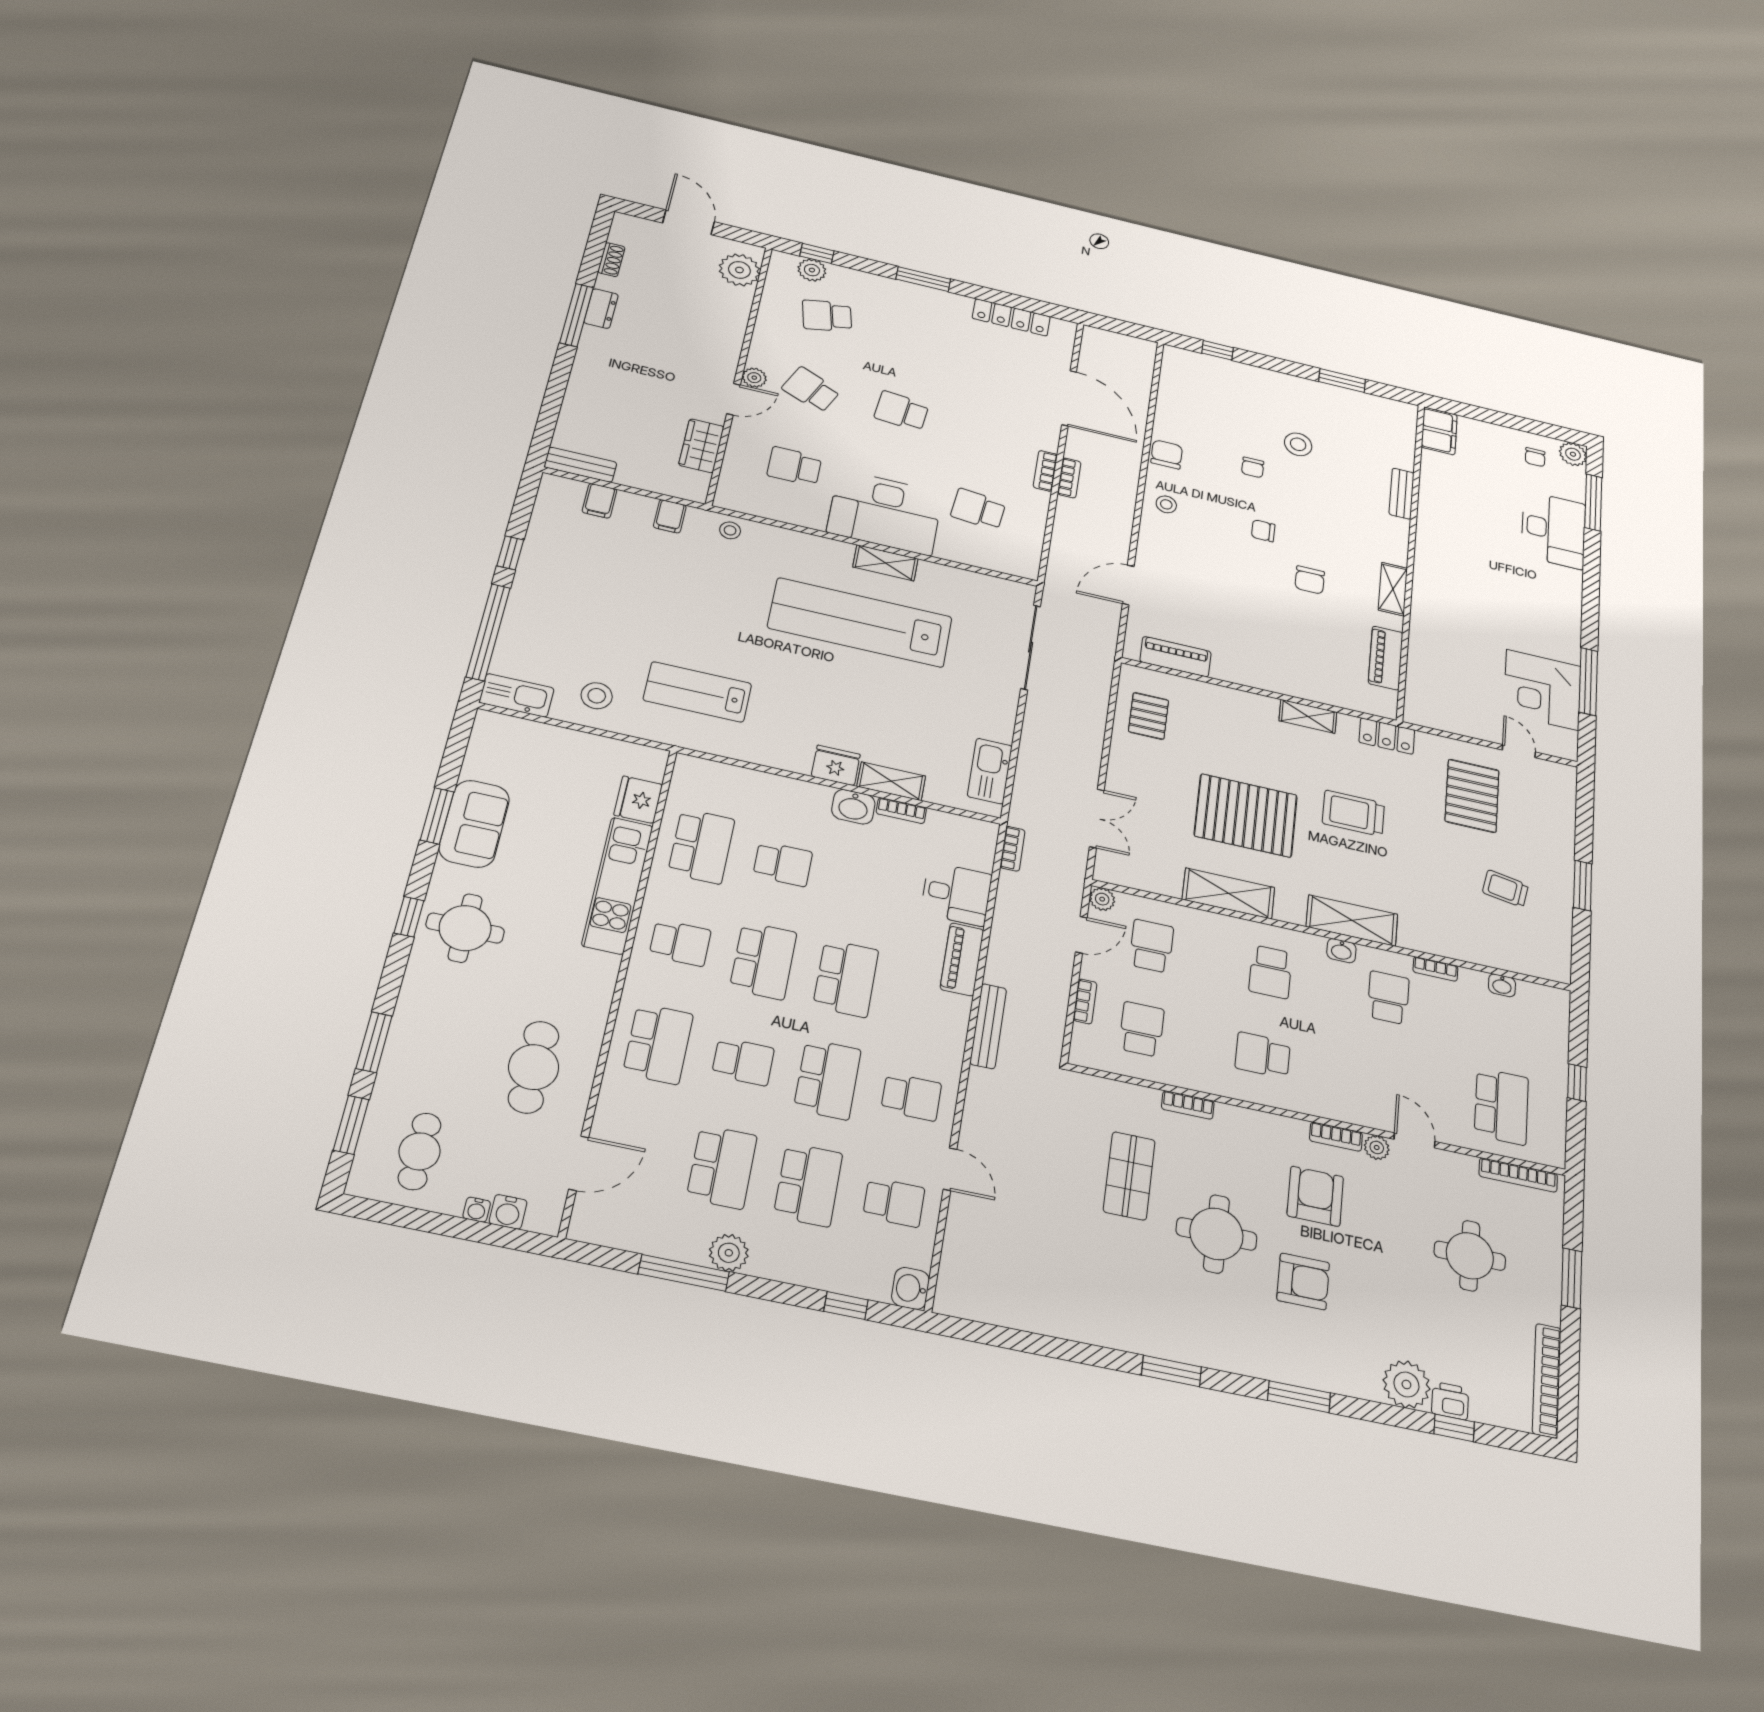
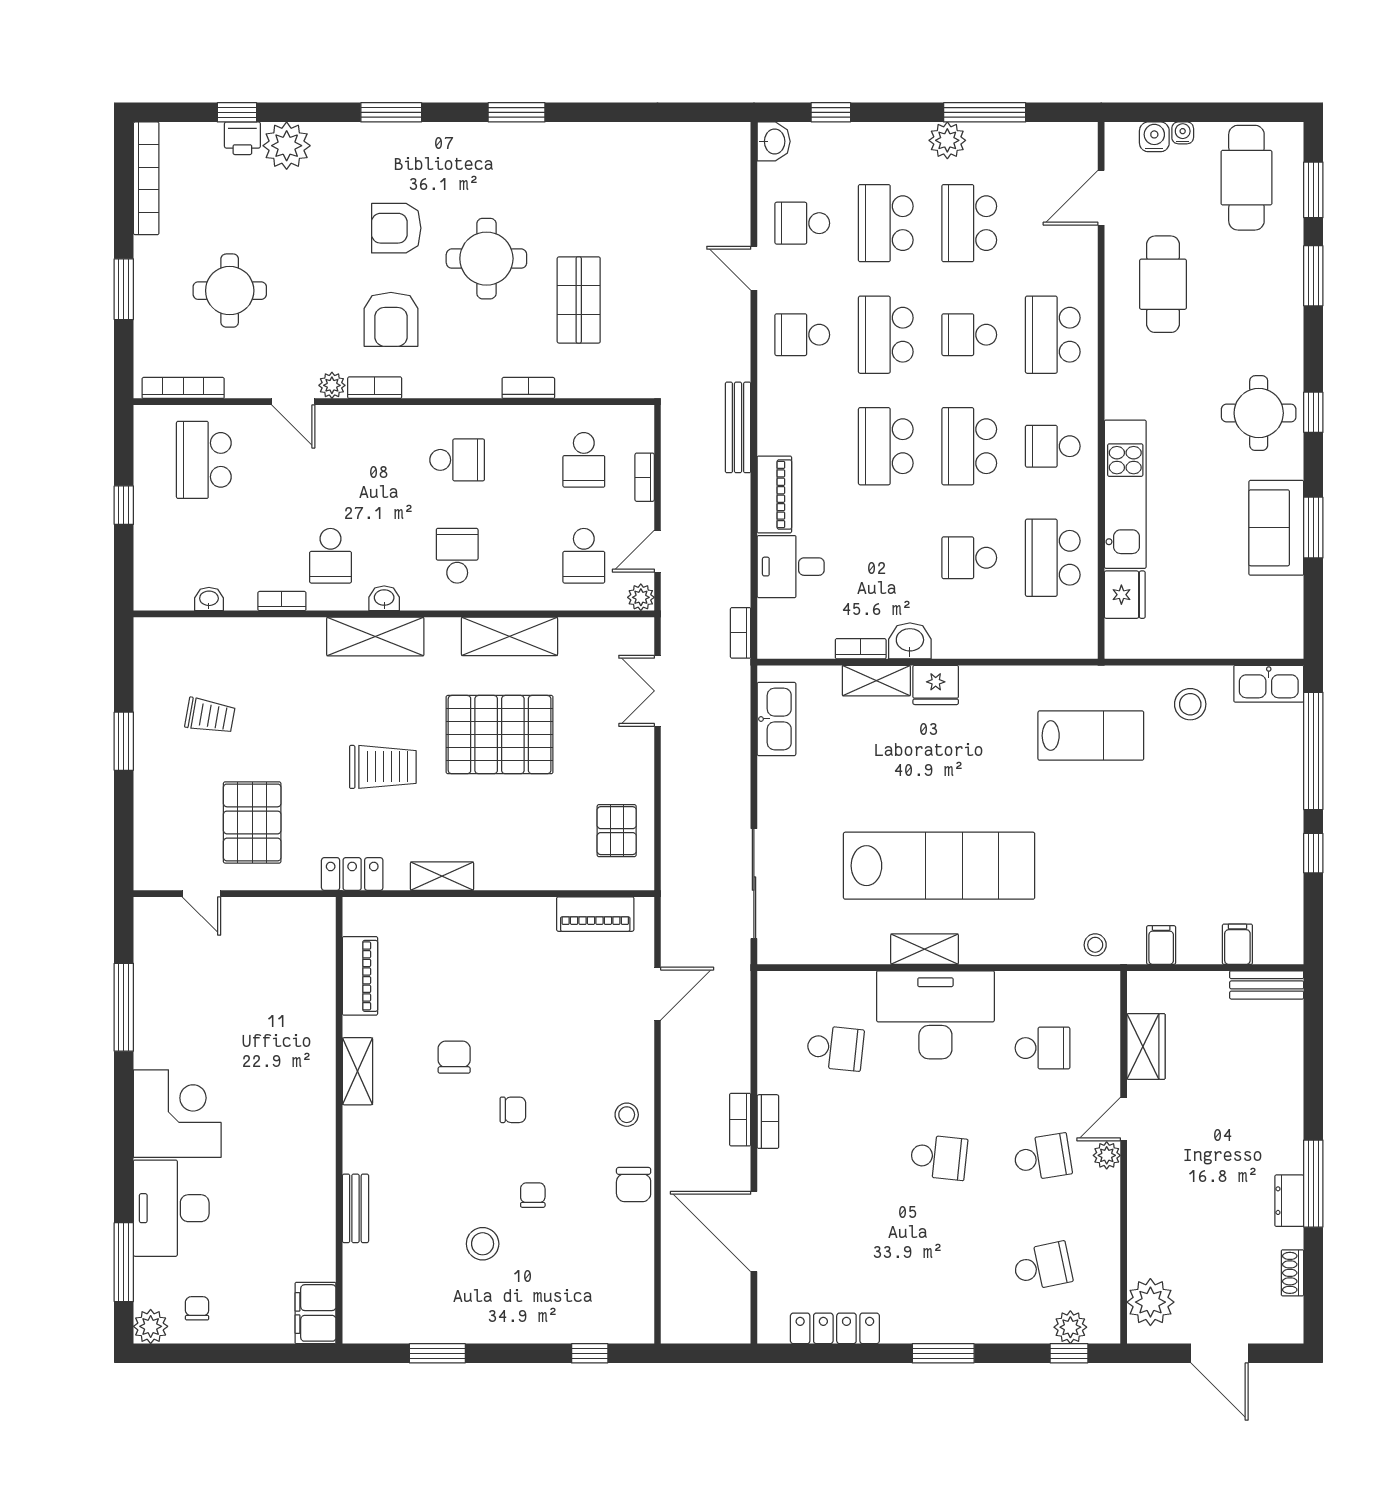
school desk: (811, 390) -> (1042, 1157), turned -33
corner desk: (1542, 690) -> (177, 1114), moved
cafe table: (420, 1151) -> (1246, 178), width x1.37, depth x1.35

